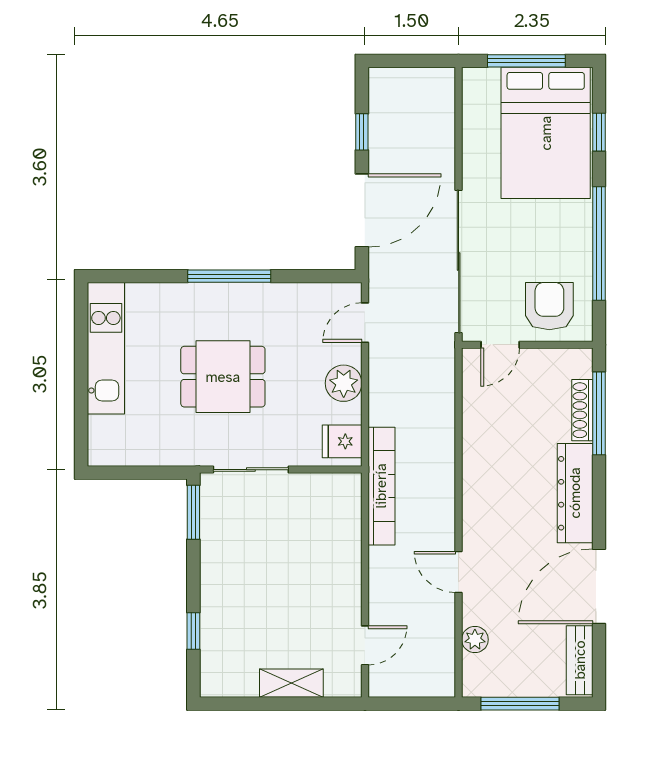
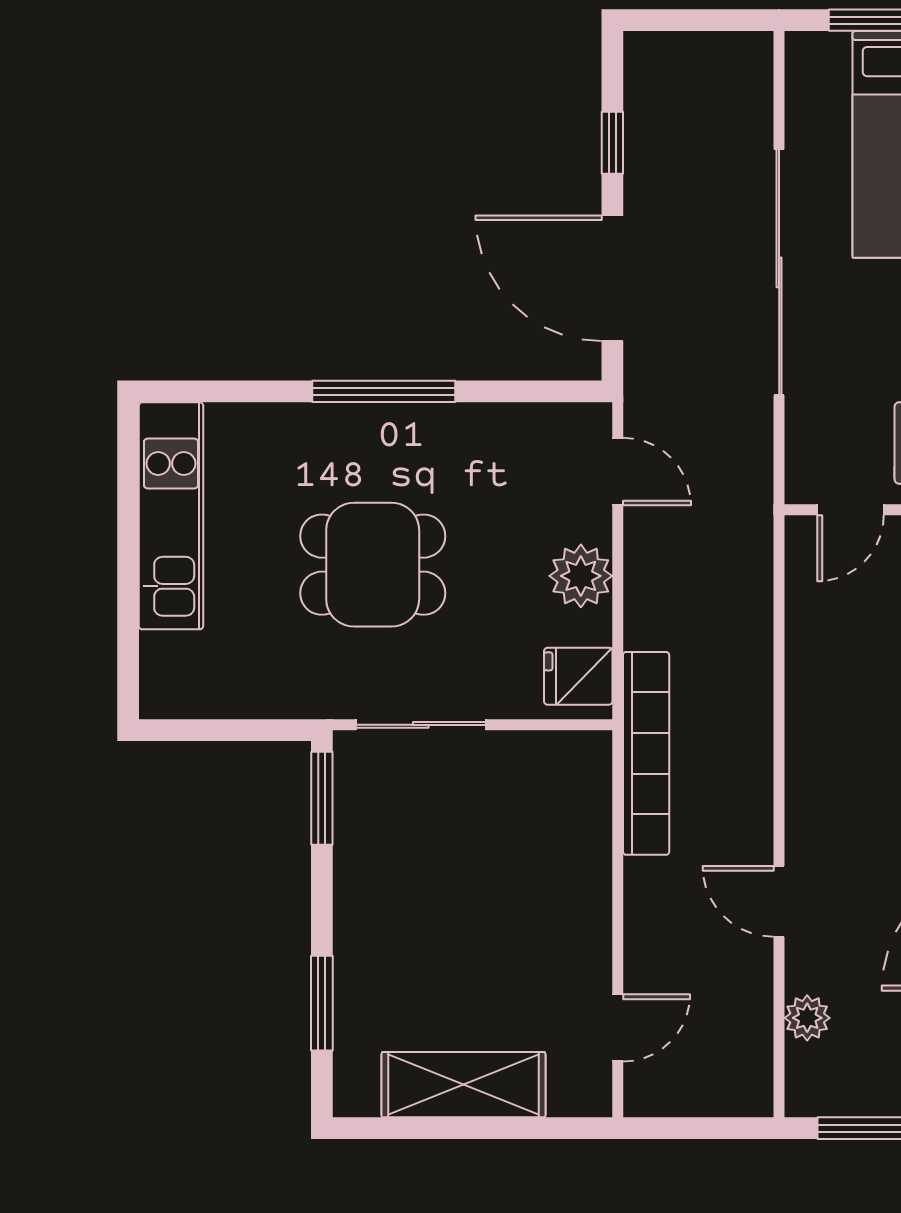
door: (362, 210) -> (612, 278), swing flipped
sliding door: (459, 261) -> (779, 272), moved
door: (365, 323) -> (618, 472), swing flipped
window: (193, 631) -> (322, 1003), width x1.50
shelving: (291, 683) -> (463, 1085), width x1.50, depth x1.33

